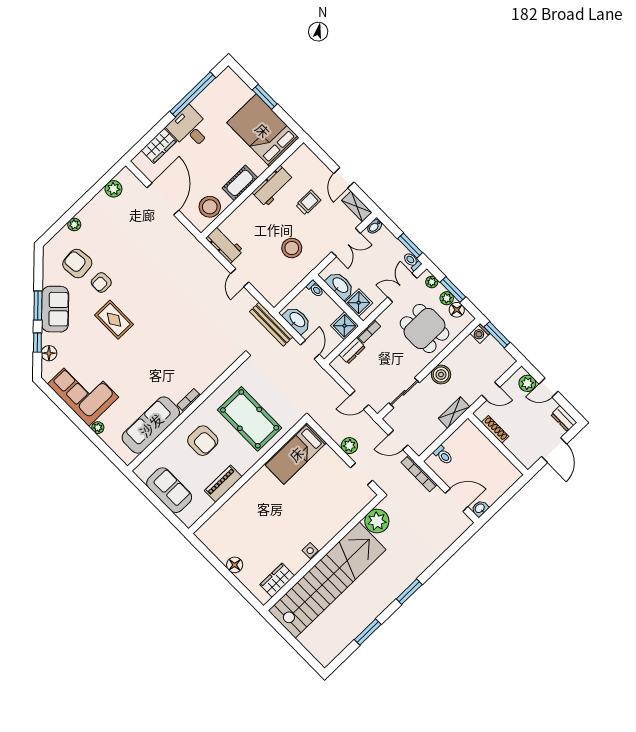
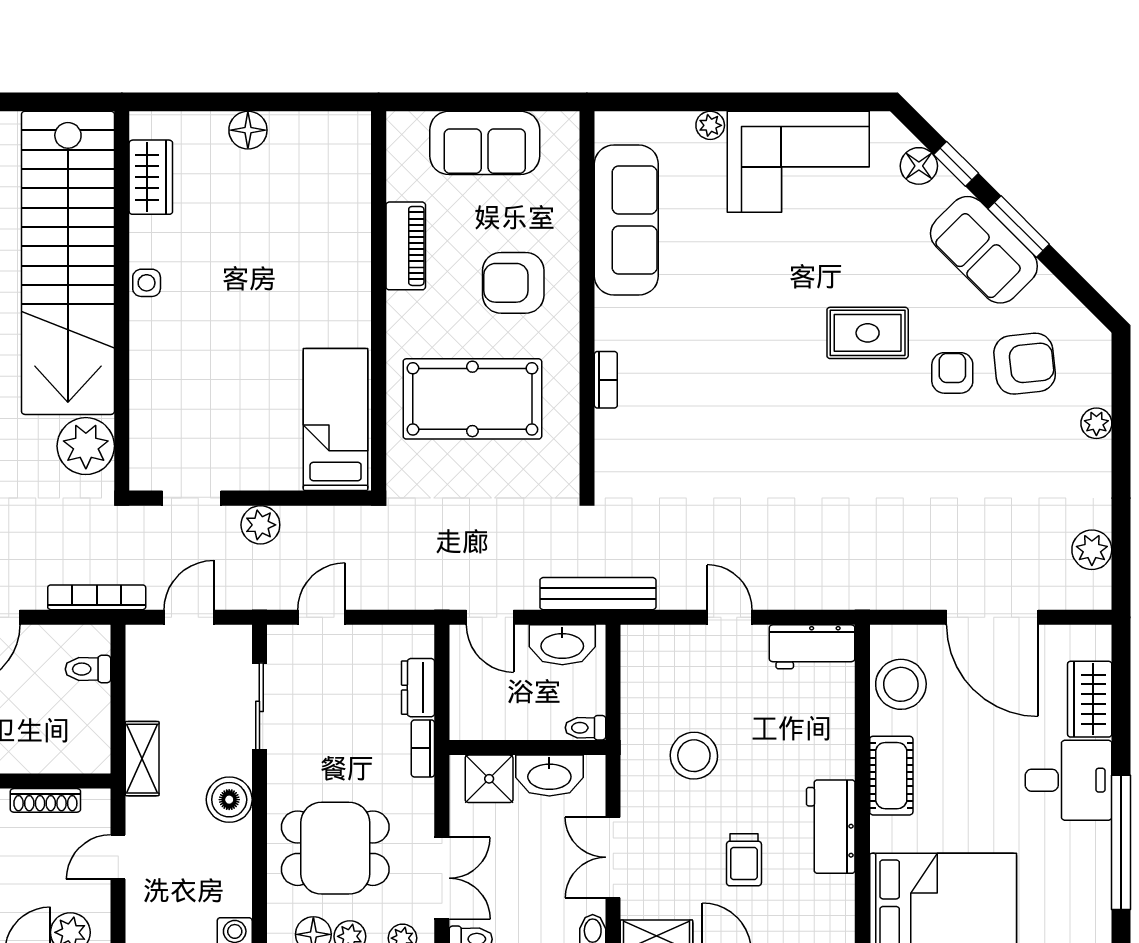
shower: (344, 326) -> (473, 716), removed
bookcase: (189, 400) -> (606, 380), moved

